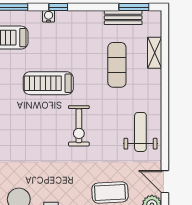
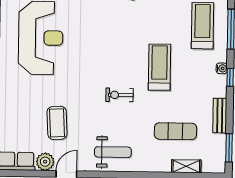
bench: (123, 18) -> (220, 116), moved
exercise bike: (79, 126) -> (119, 95), width x0.73, depth x0.72

